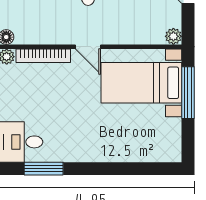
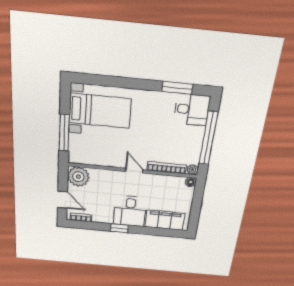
plant: (173, 36) -> (78, 177), width x1.88, depth x1.88
bed with nightstands: (141, 83) -> (100, 111), moved

